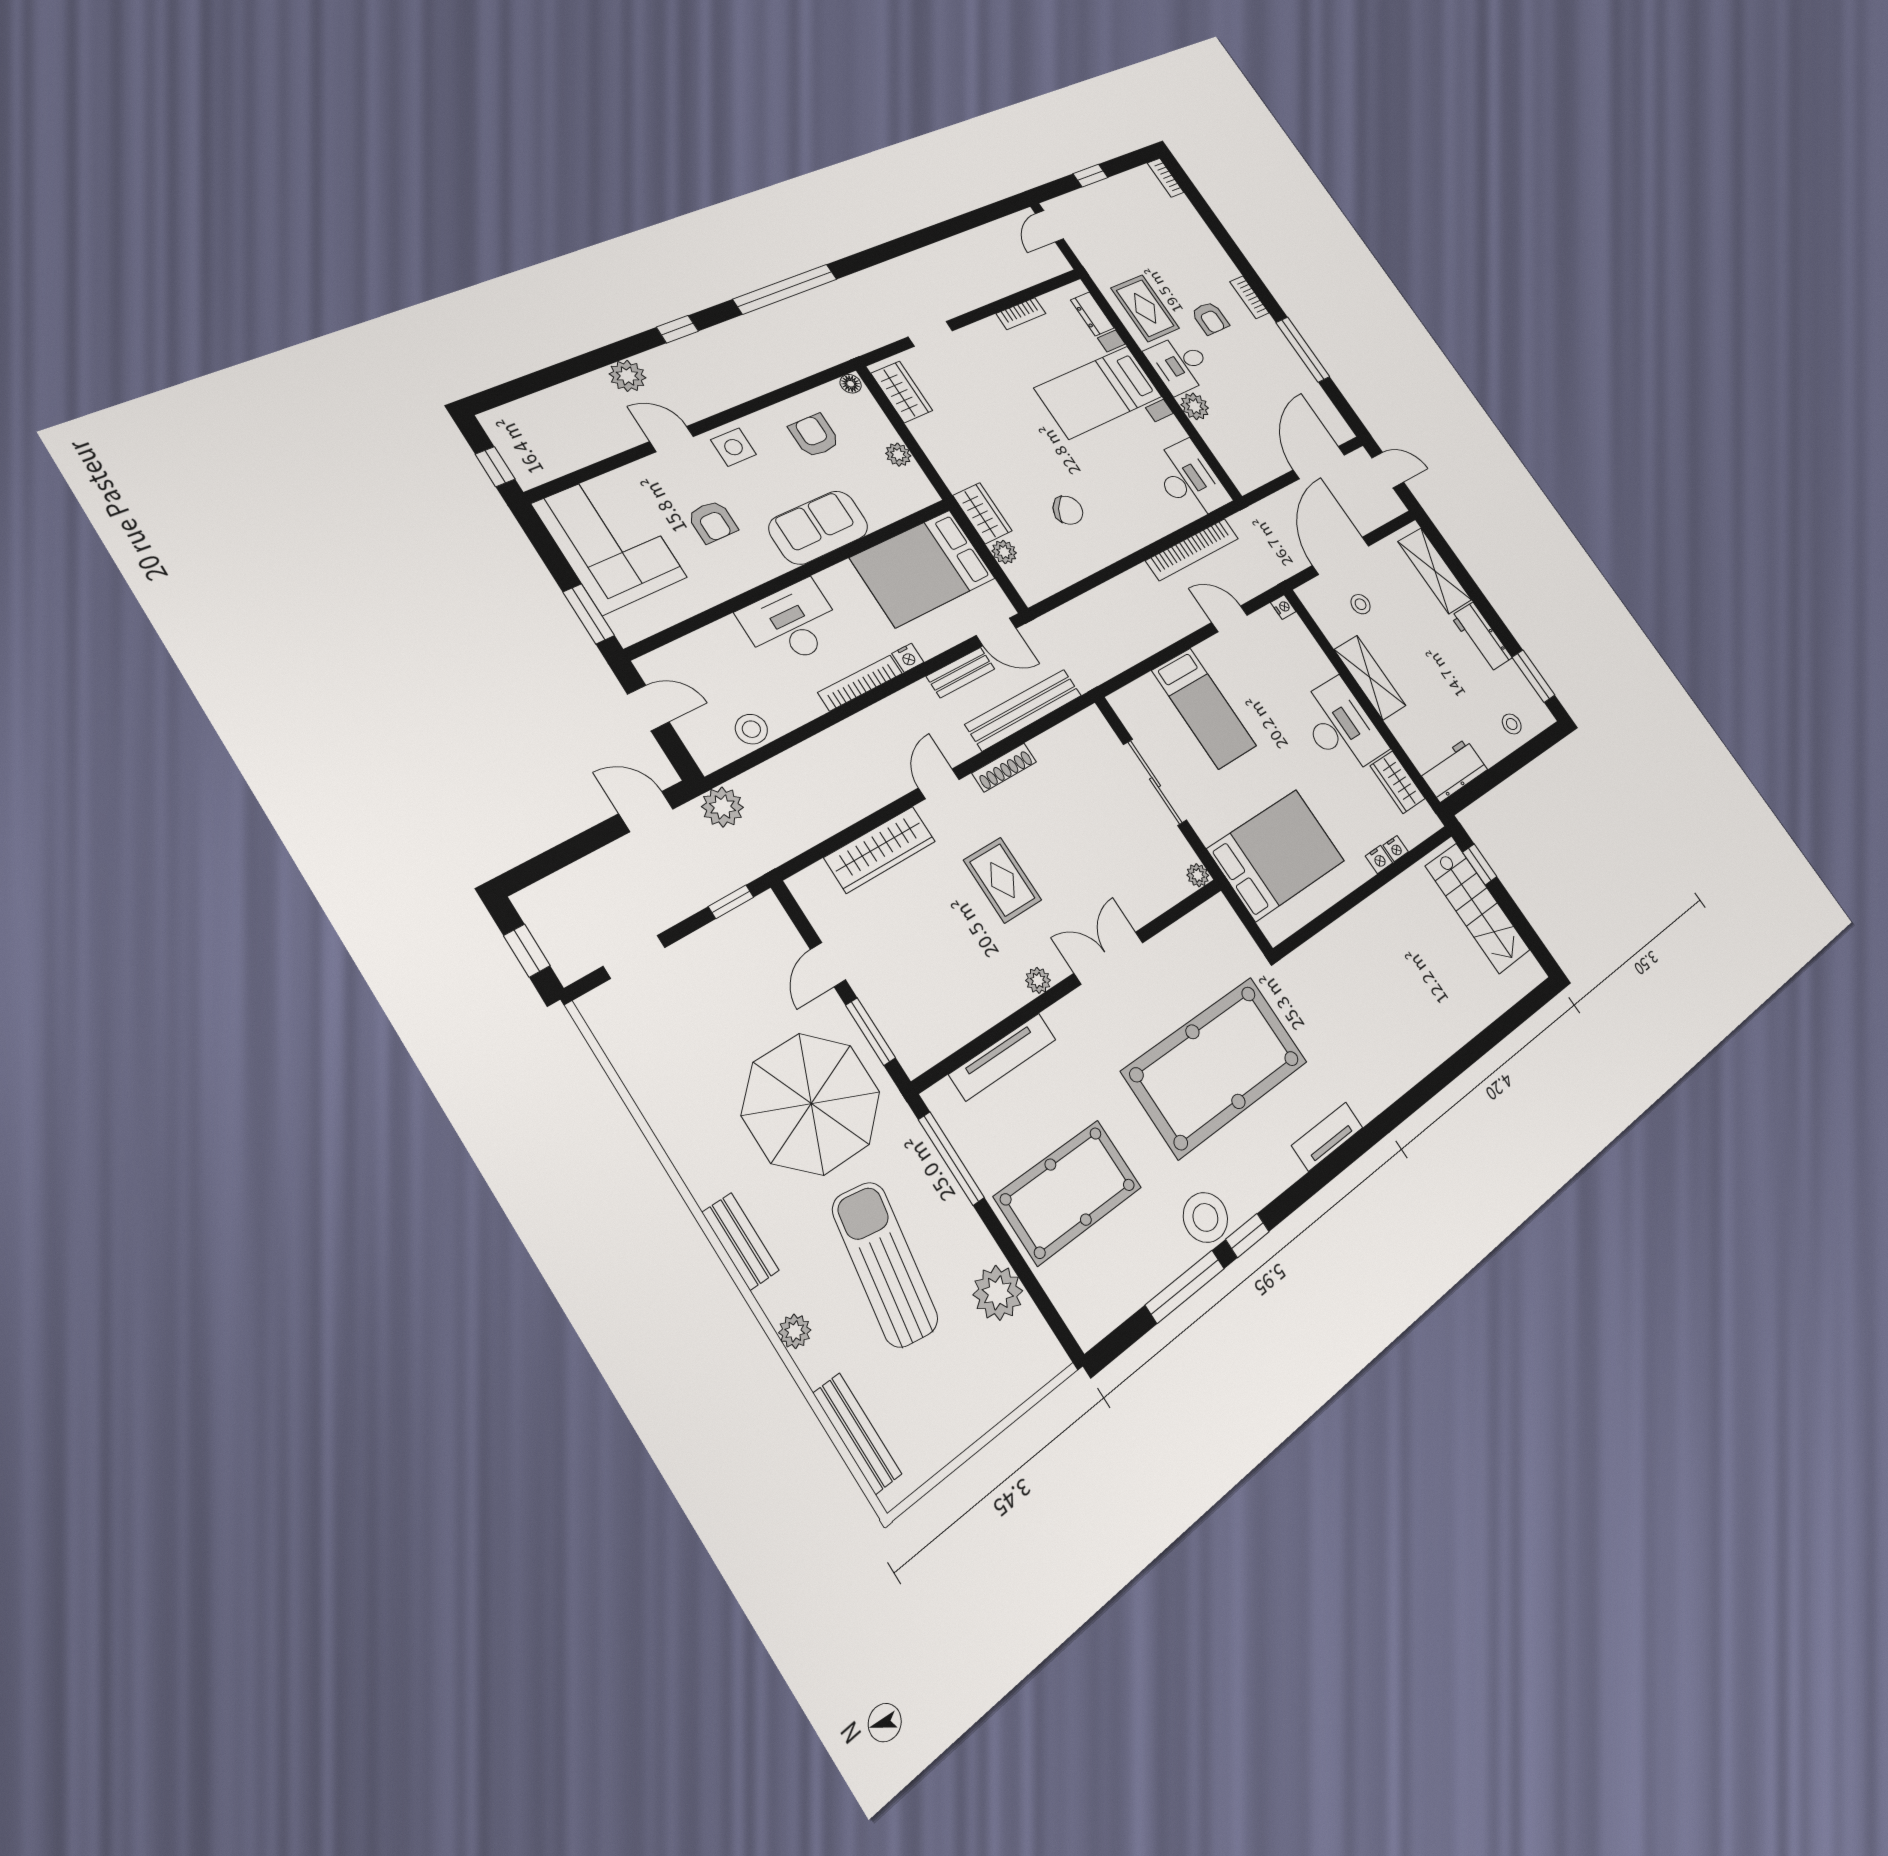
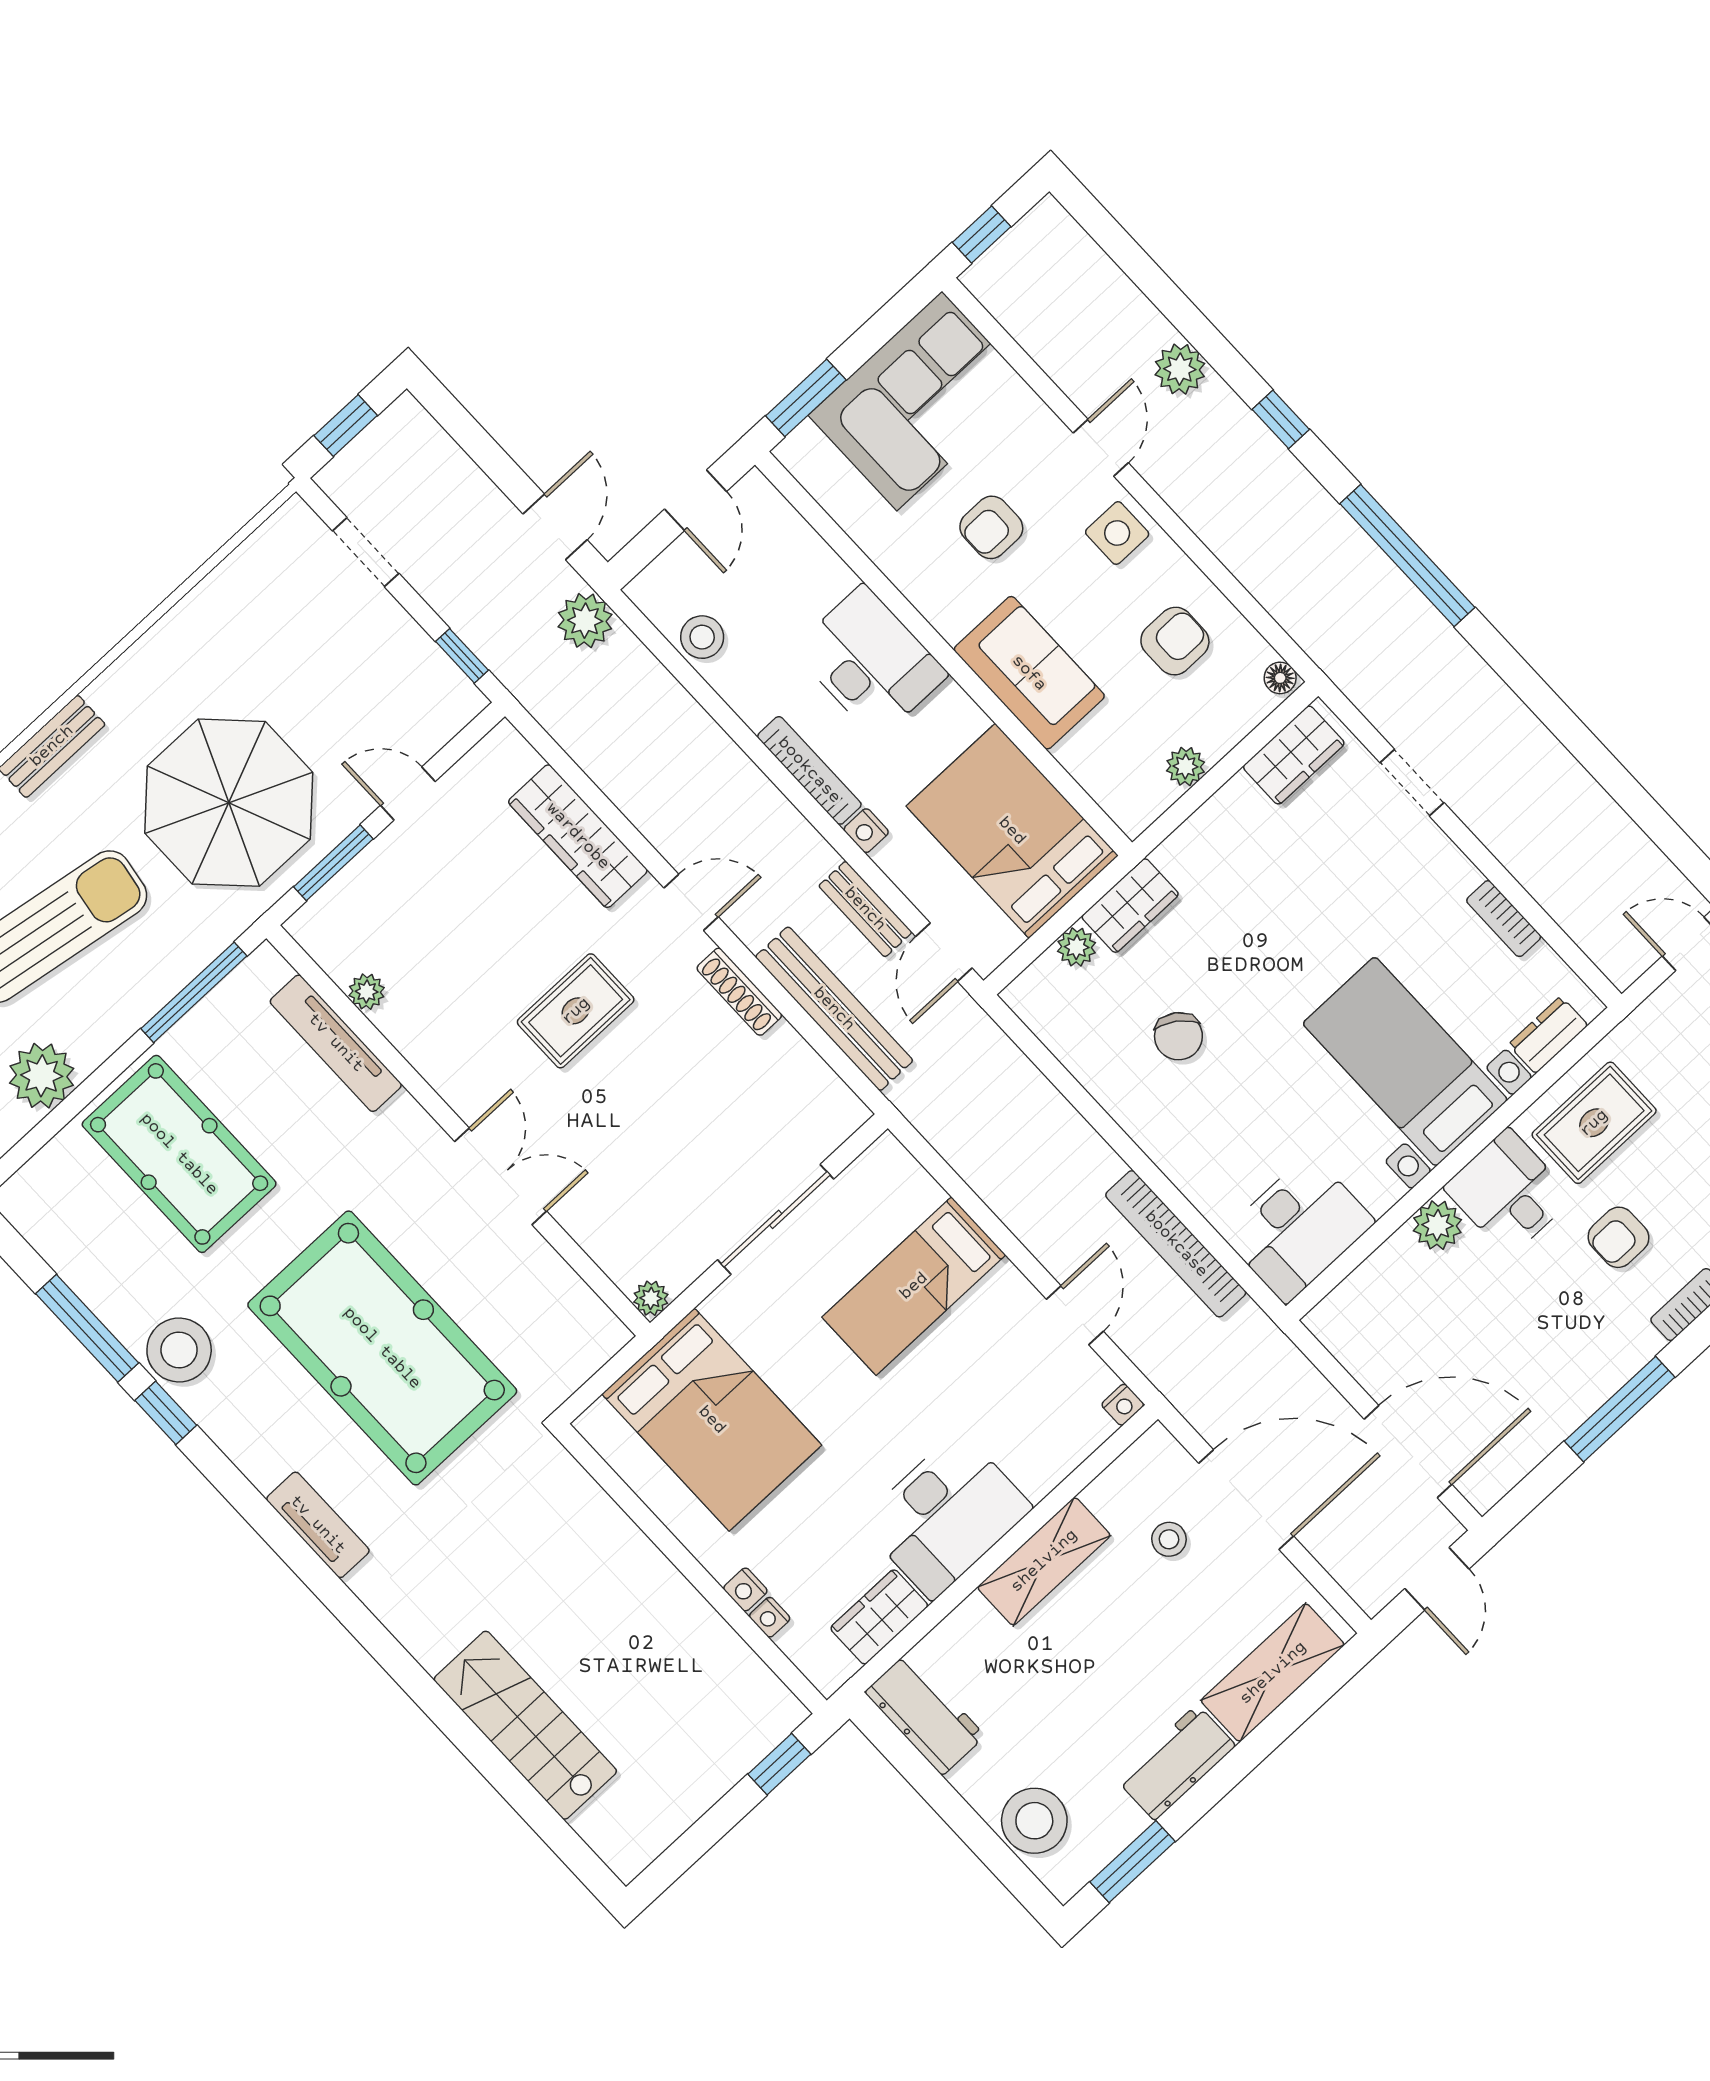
stool: (1512, 724) -> (1034, 1821), width x1.89, depth x1.89
stairs: (1478, 908) -> (525, 1725), moved, turned 90
plant: (1038, 980) -> (367, 992), moved

